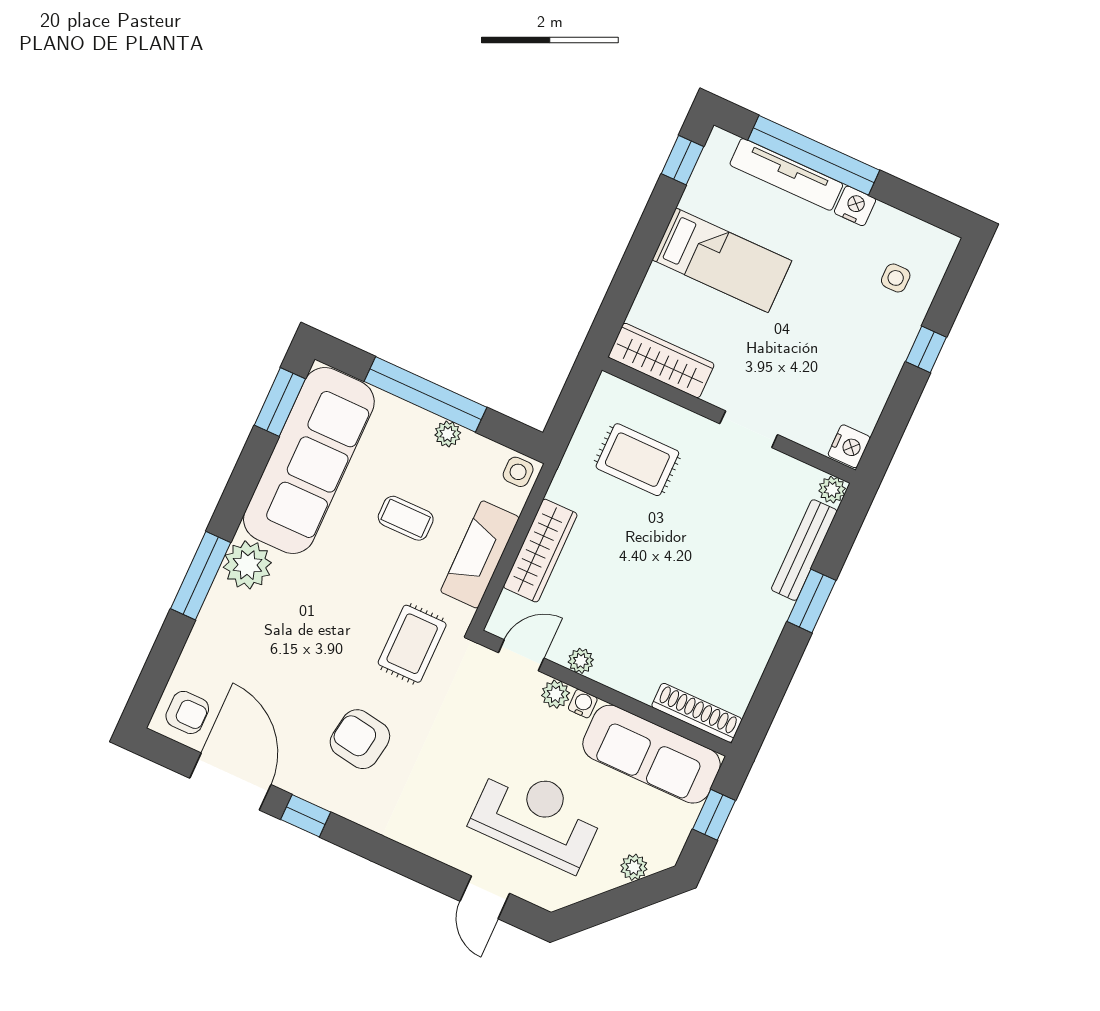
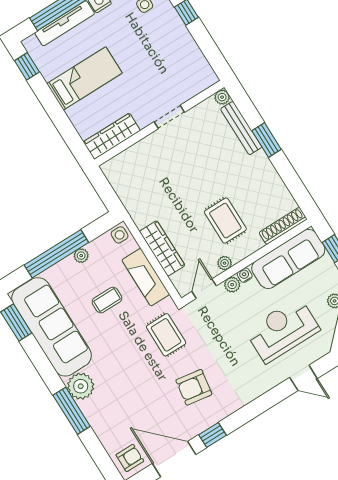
nightstand: (849, 446) -> (207, 76), removed
rug: (637, 460) -> (225, 221), moved, turned 90

